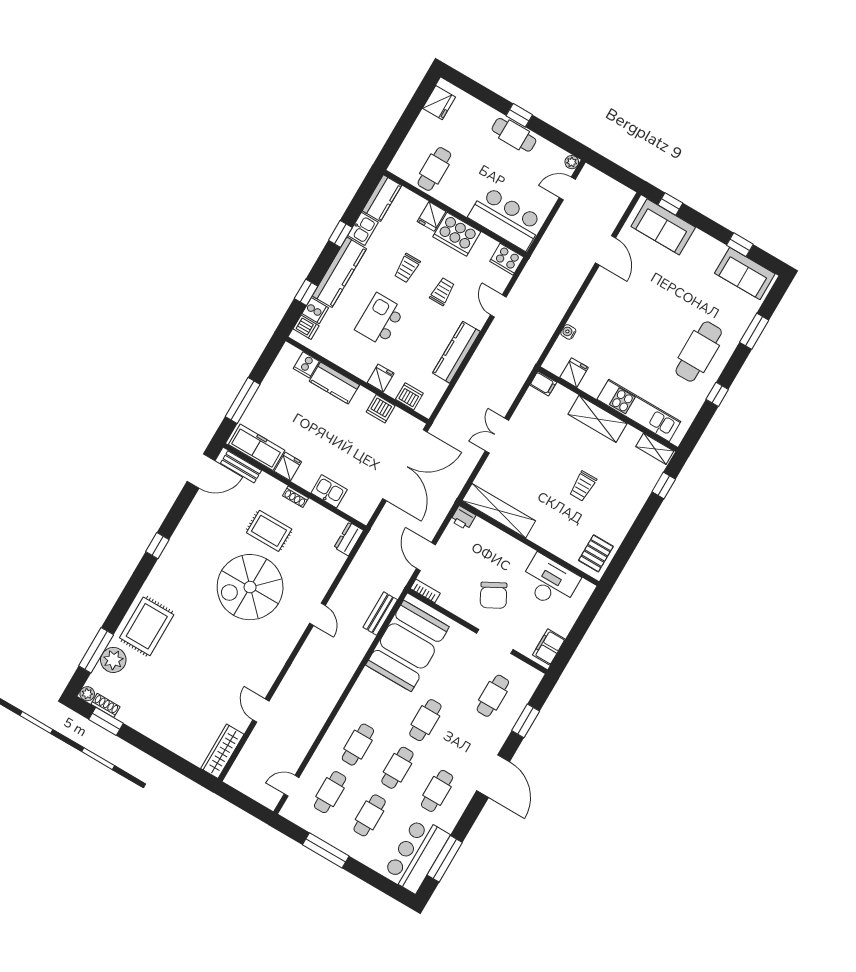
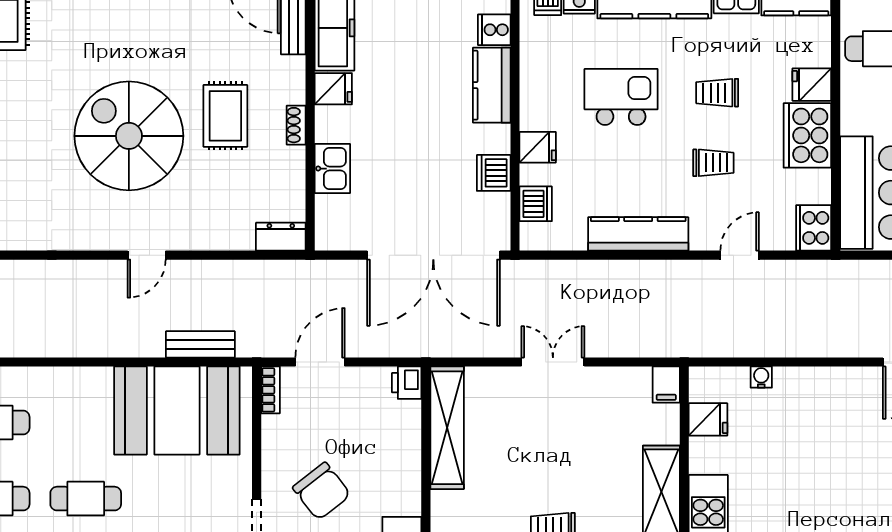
chair: (494, 595) -> (322, 491), turned -100

